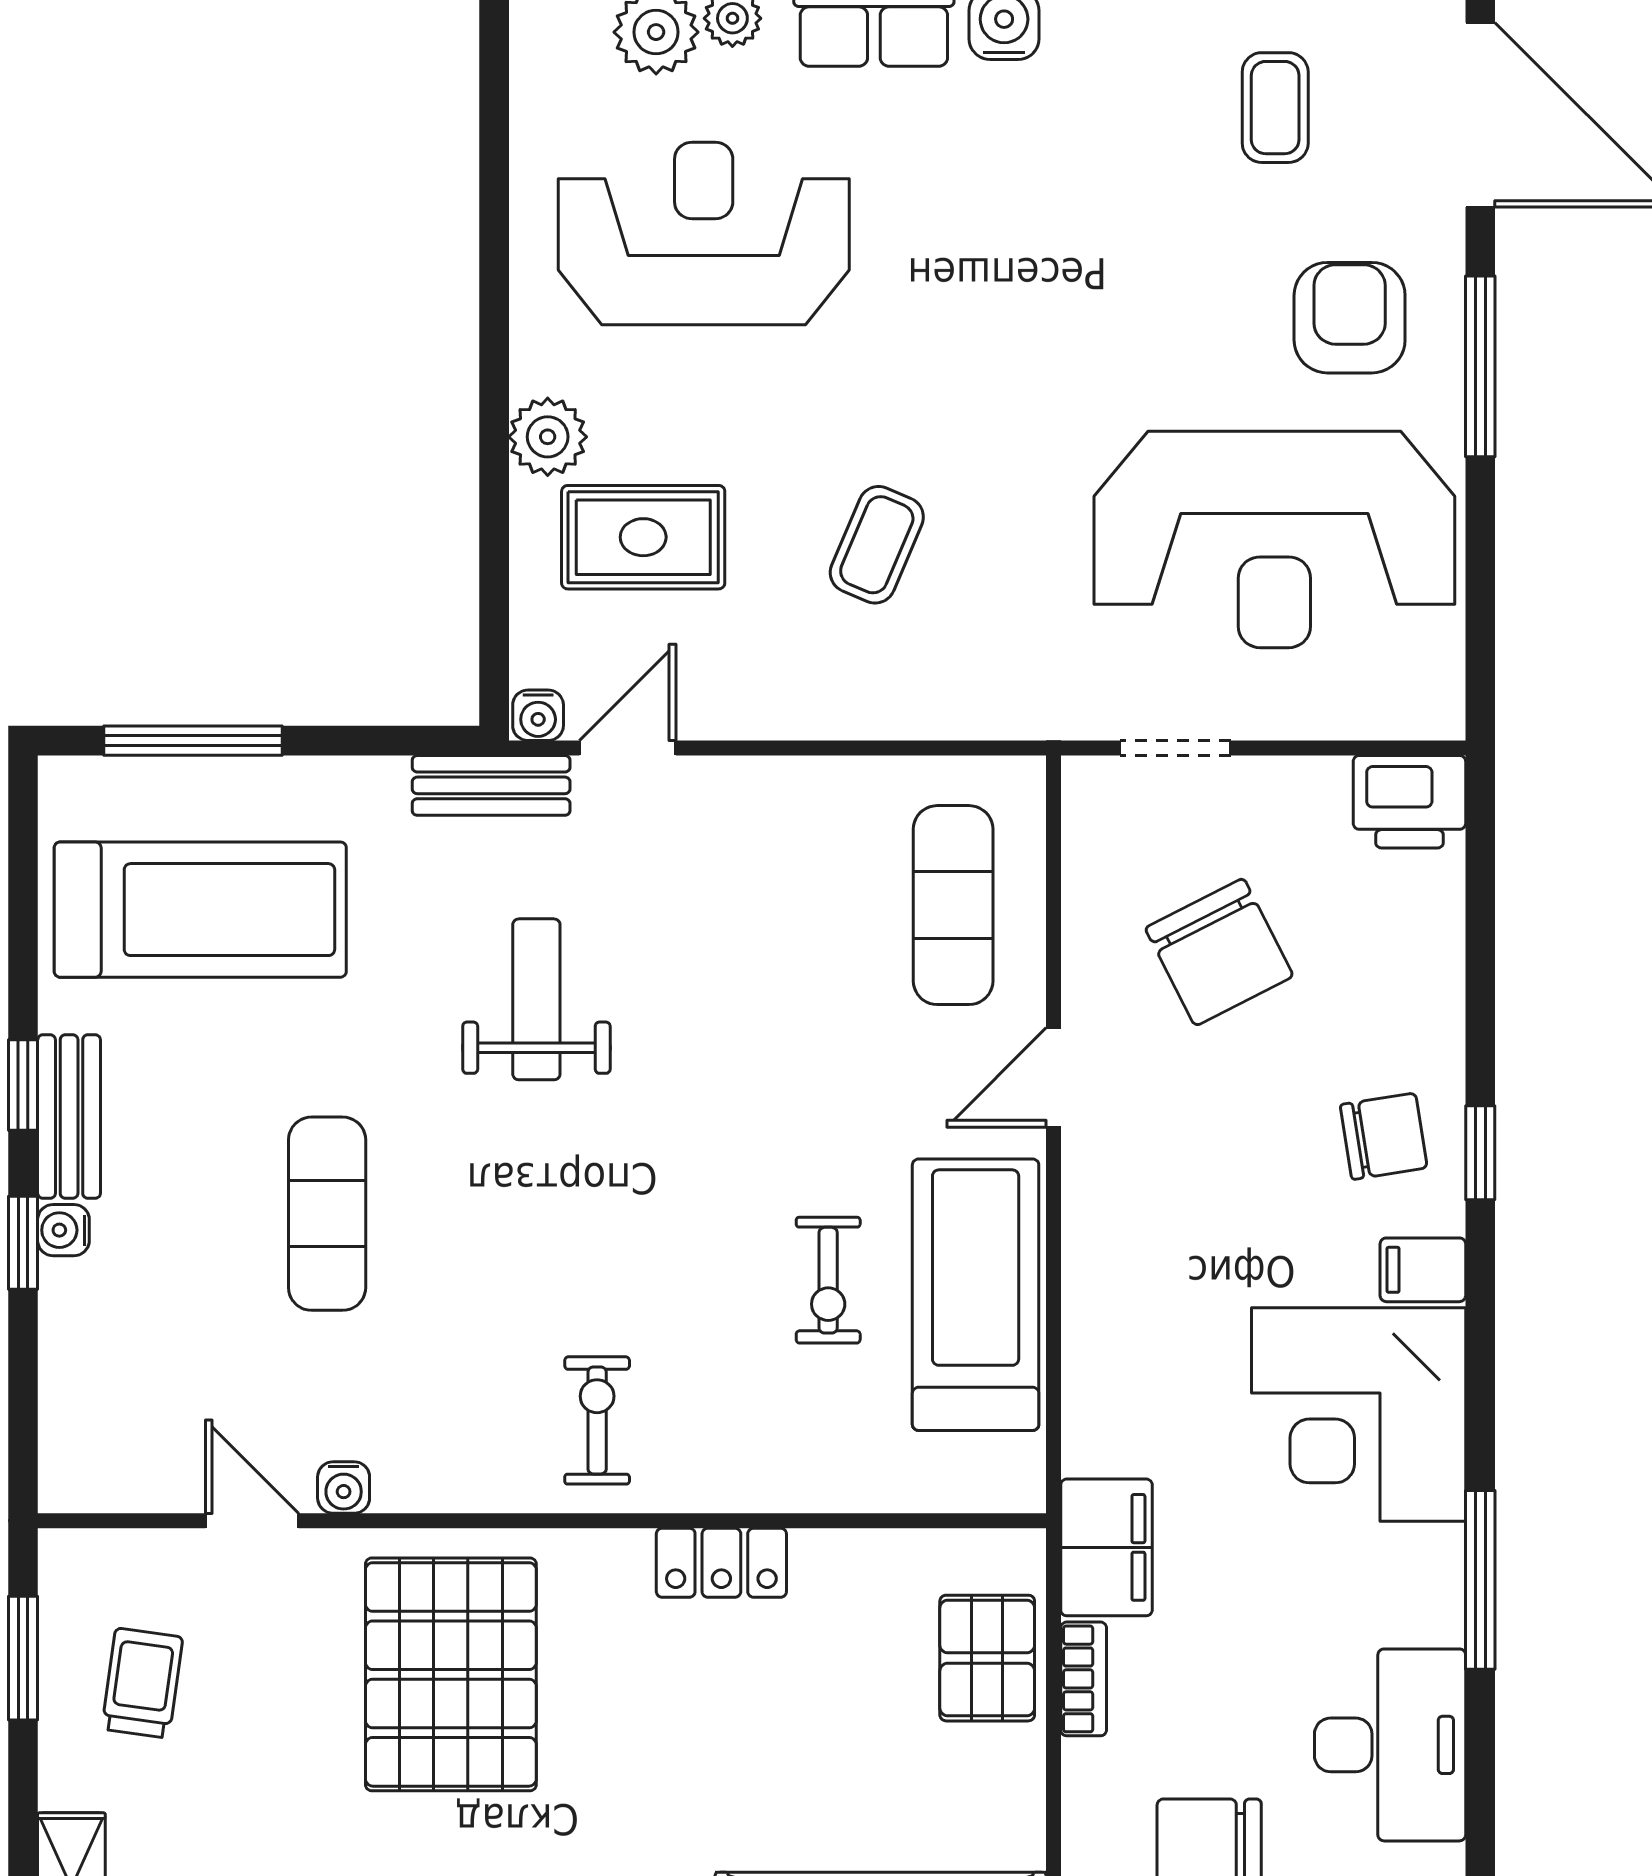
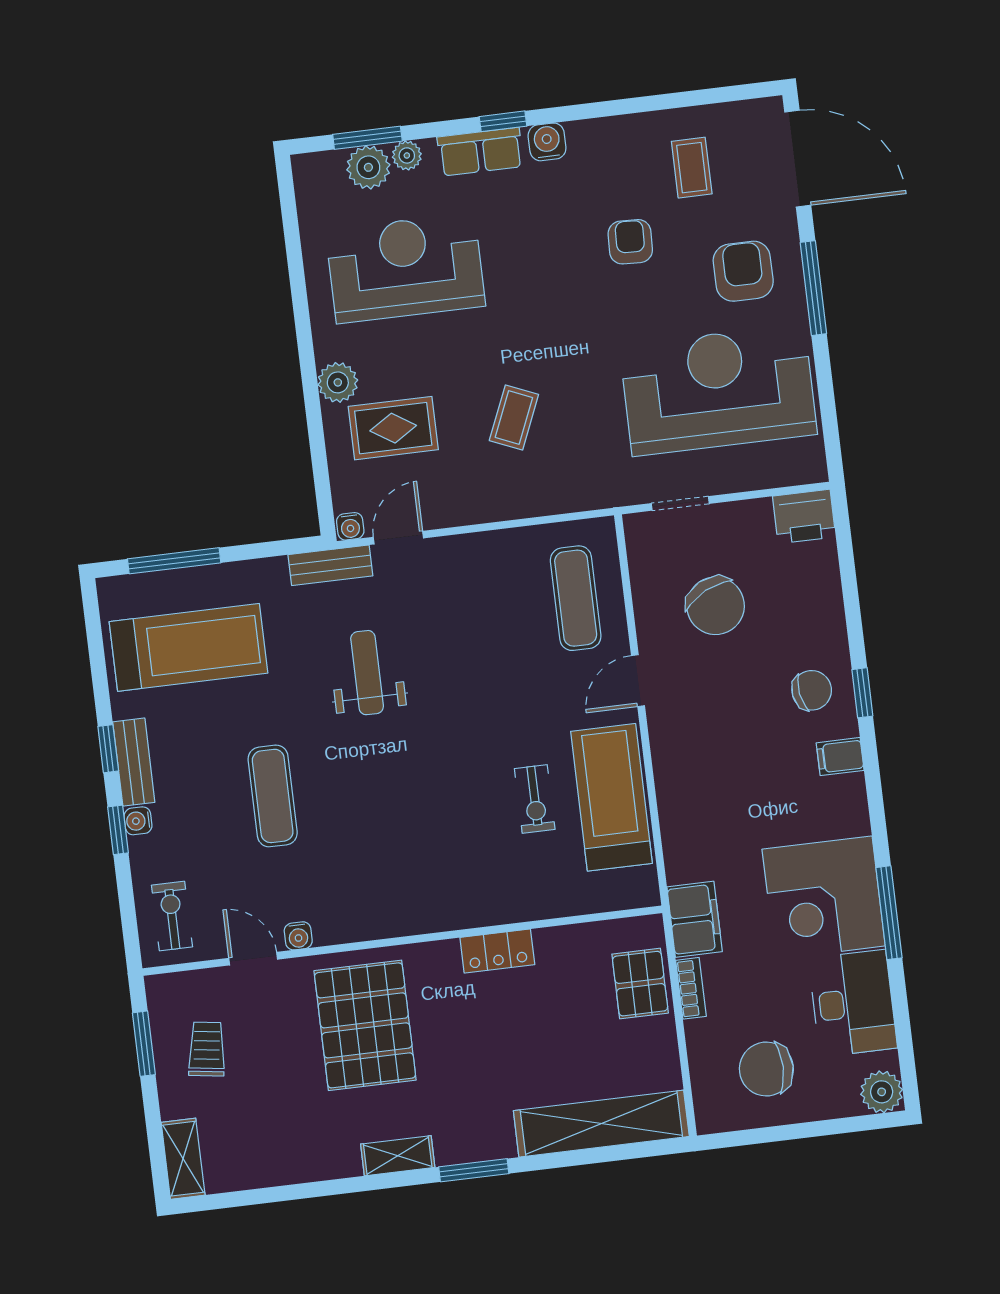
armchair: (1140, 235) -> (630, 242), added
reception desk: (1274, 539) -> (718, 390), turned 180
corner desk: (1359, 1415) -> (824, 898), moved
exercise bike: (597, 1420) -> (172, 916), moved

